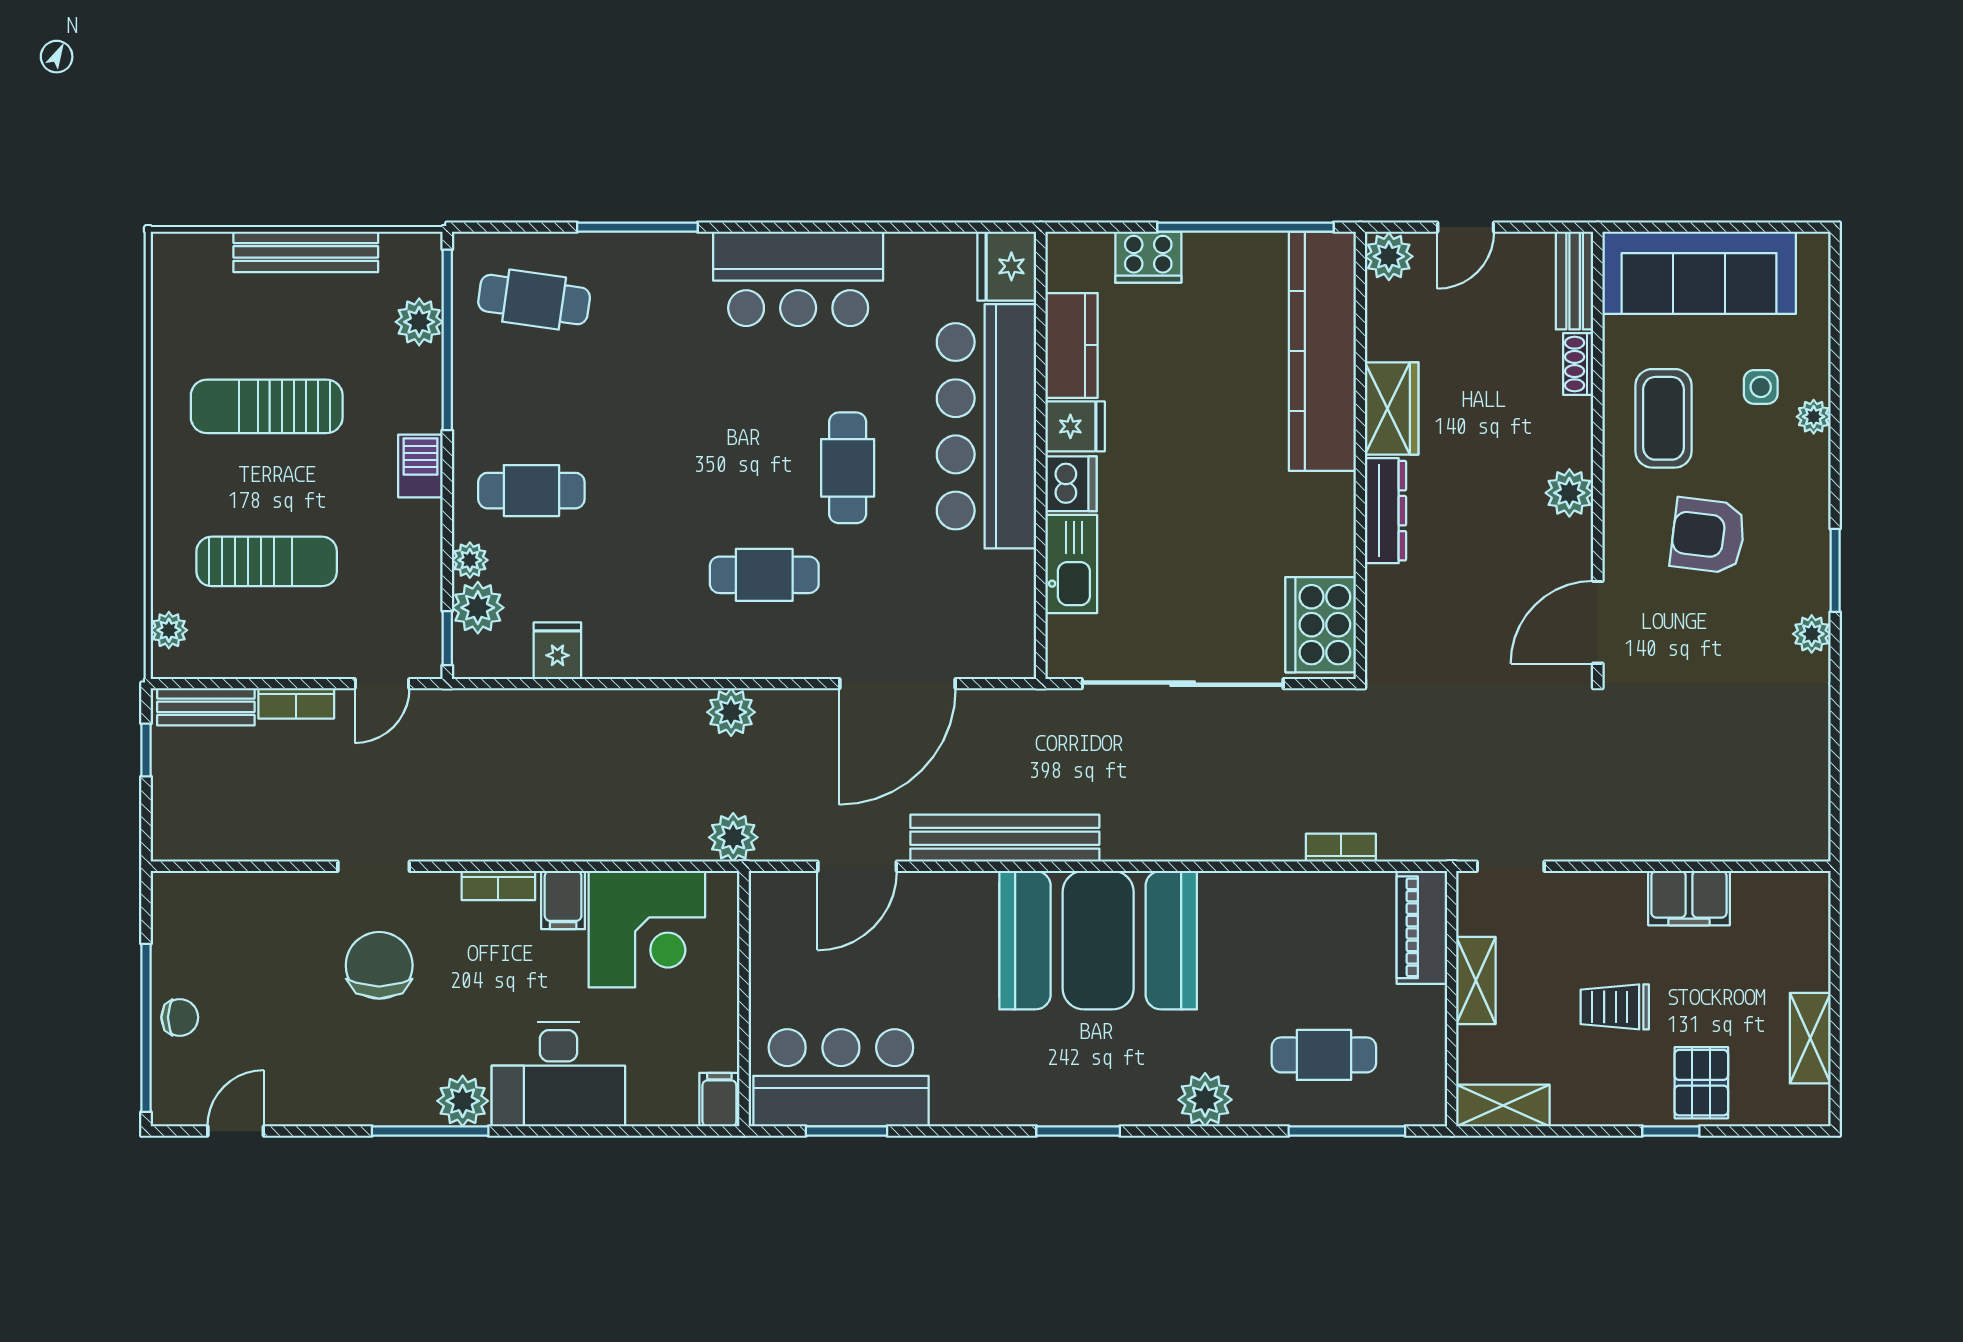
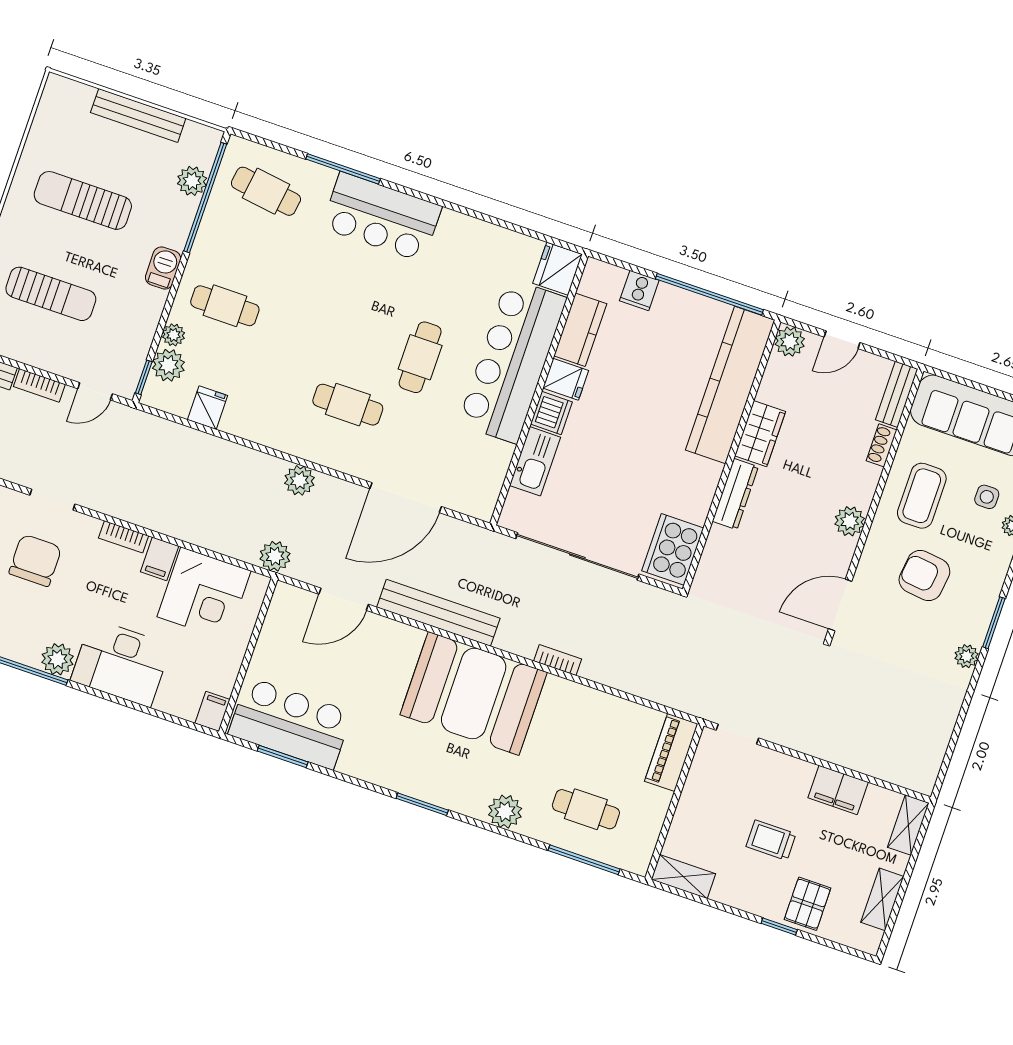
cooker: (1148, 257) -> (639, 291), width x0.73
bar counter: (798, 279) -> (382, 217), moved
bookcase: (1341, 848) -> (558, 660), moved
shelving: (1476, 981) -> (908, 825), moved

